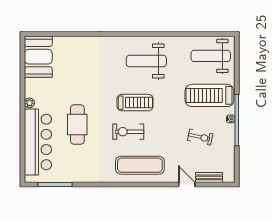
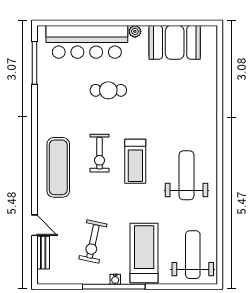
booth: (38, 57) -> (175, 42), moved
cafe table: (77, 125) -> (108, 90), width x0.73, depth x0.74
exercise bike: (128, 132) -> (100, 153), turned 180
exercise bike: (200, 137) -> (93, 242), width x1.38, depth x1.39
door: (187, 184) -> (34, 225), hinge flipped

